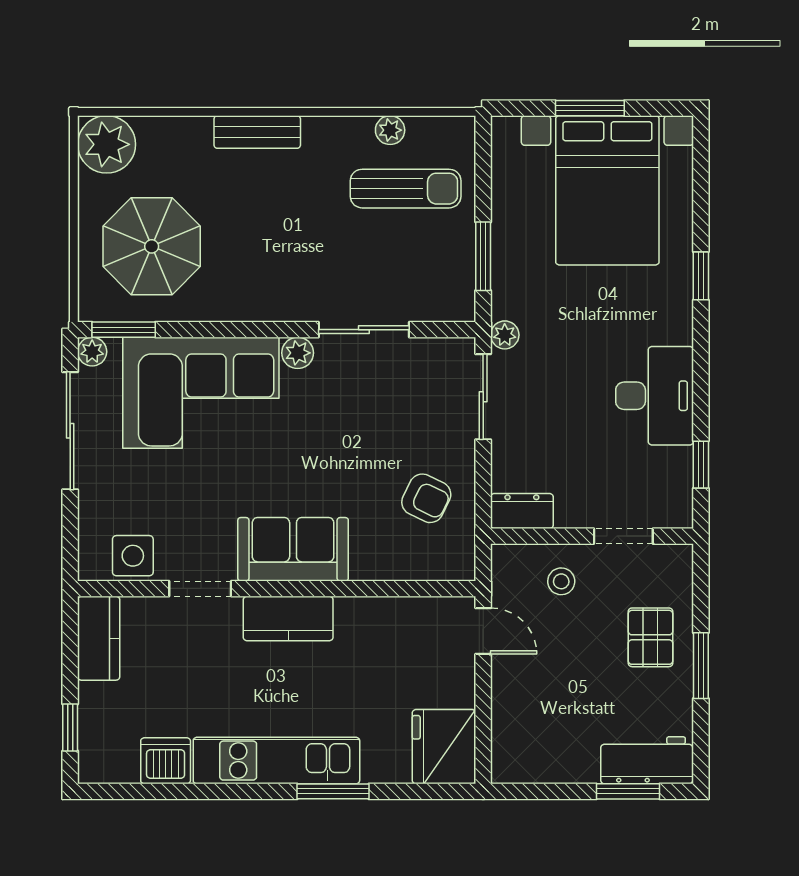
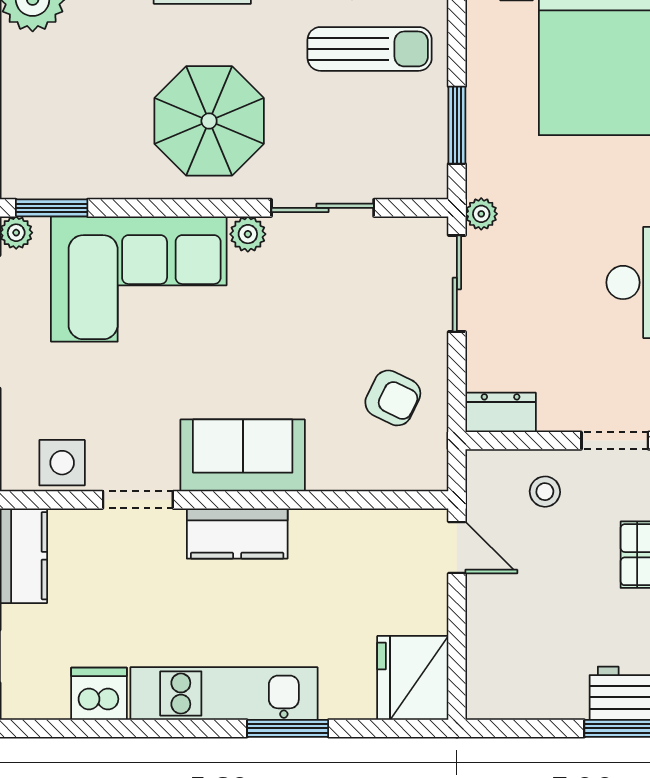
parasol: (152, 246) -> (209, 121), moved

